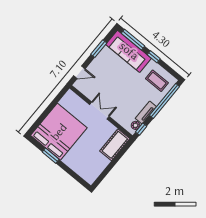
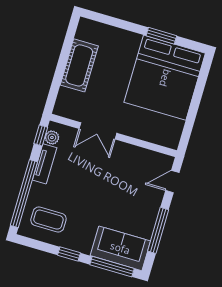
window: (99, 49) -> (158, 230), width x1.44
sofa: (129, 51) -> (120, 248), width x0.73
double door: (99, 111) -> (98, 131), moved
cot: (115, 145) -> (79, 65), moved

